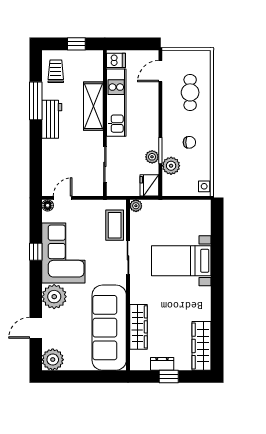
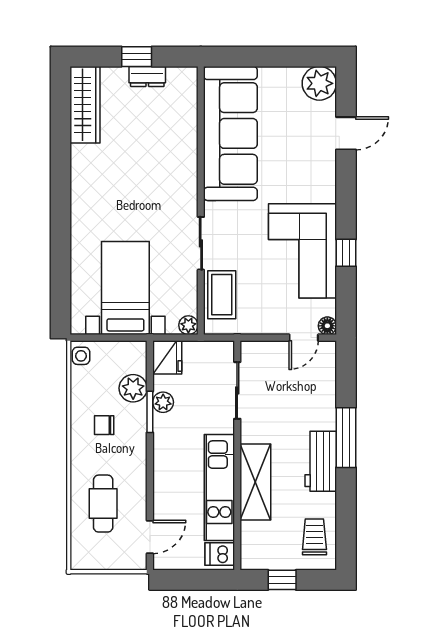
trolley: (56, 71) -> (314, 537), turned 180
window: (36, 101) -> (346, 438), moved
bed with nightstands: (181, 261) -> (125, 288), moved, turned -90
plant: (54, 297) -> (317, 182), removed
wardrobe: (139, 327) -> (184, 135), removed

